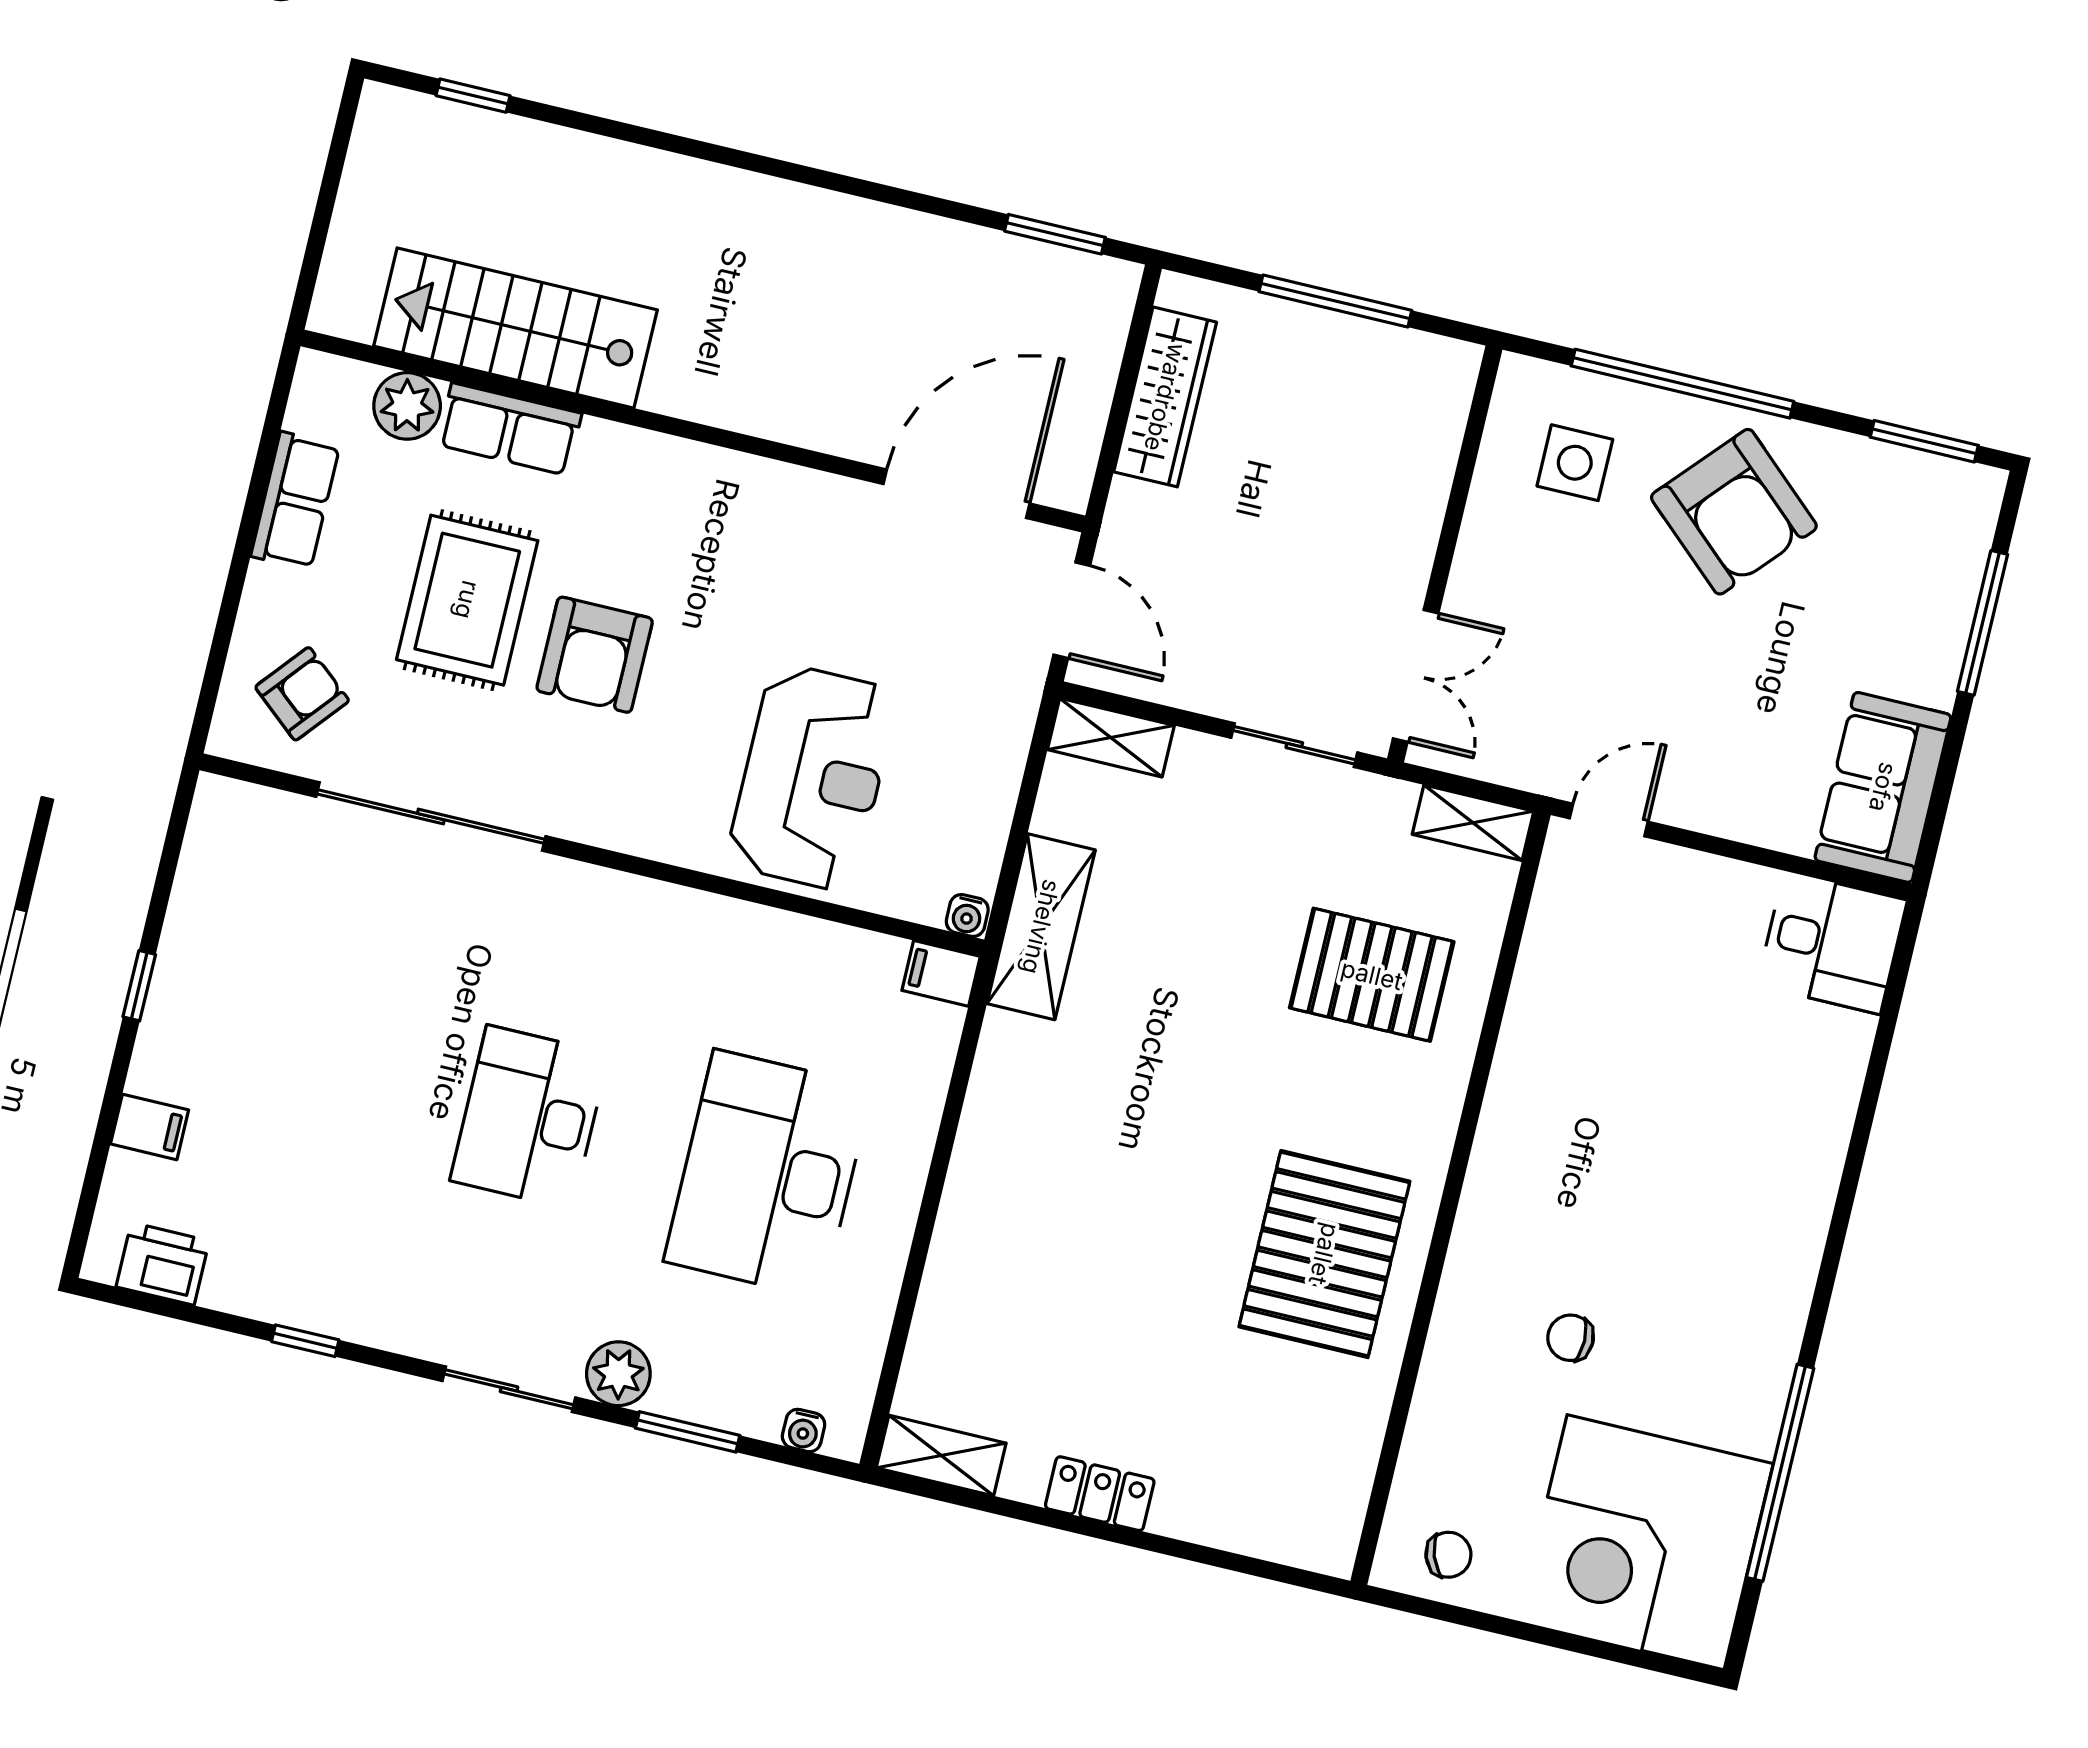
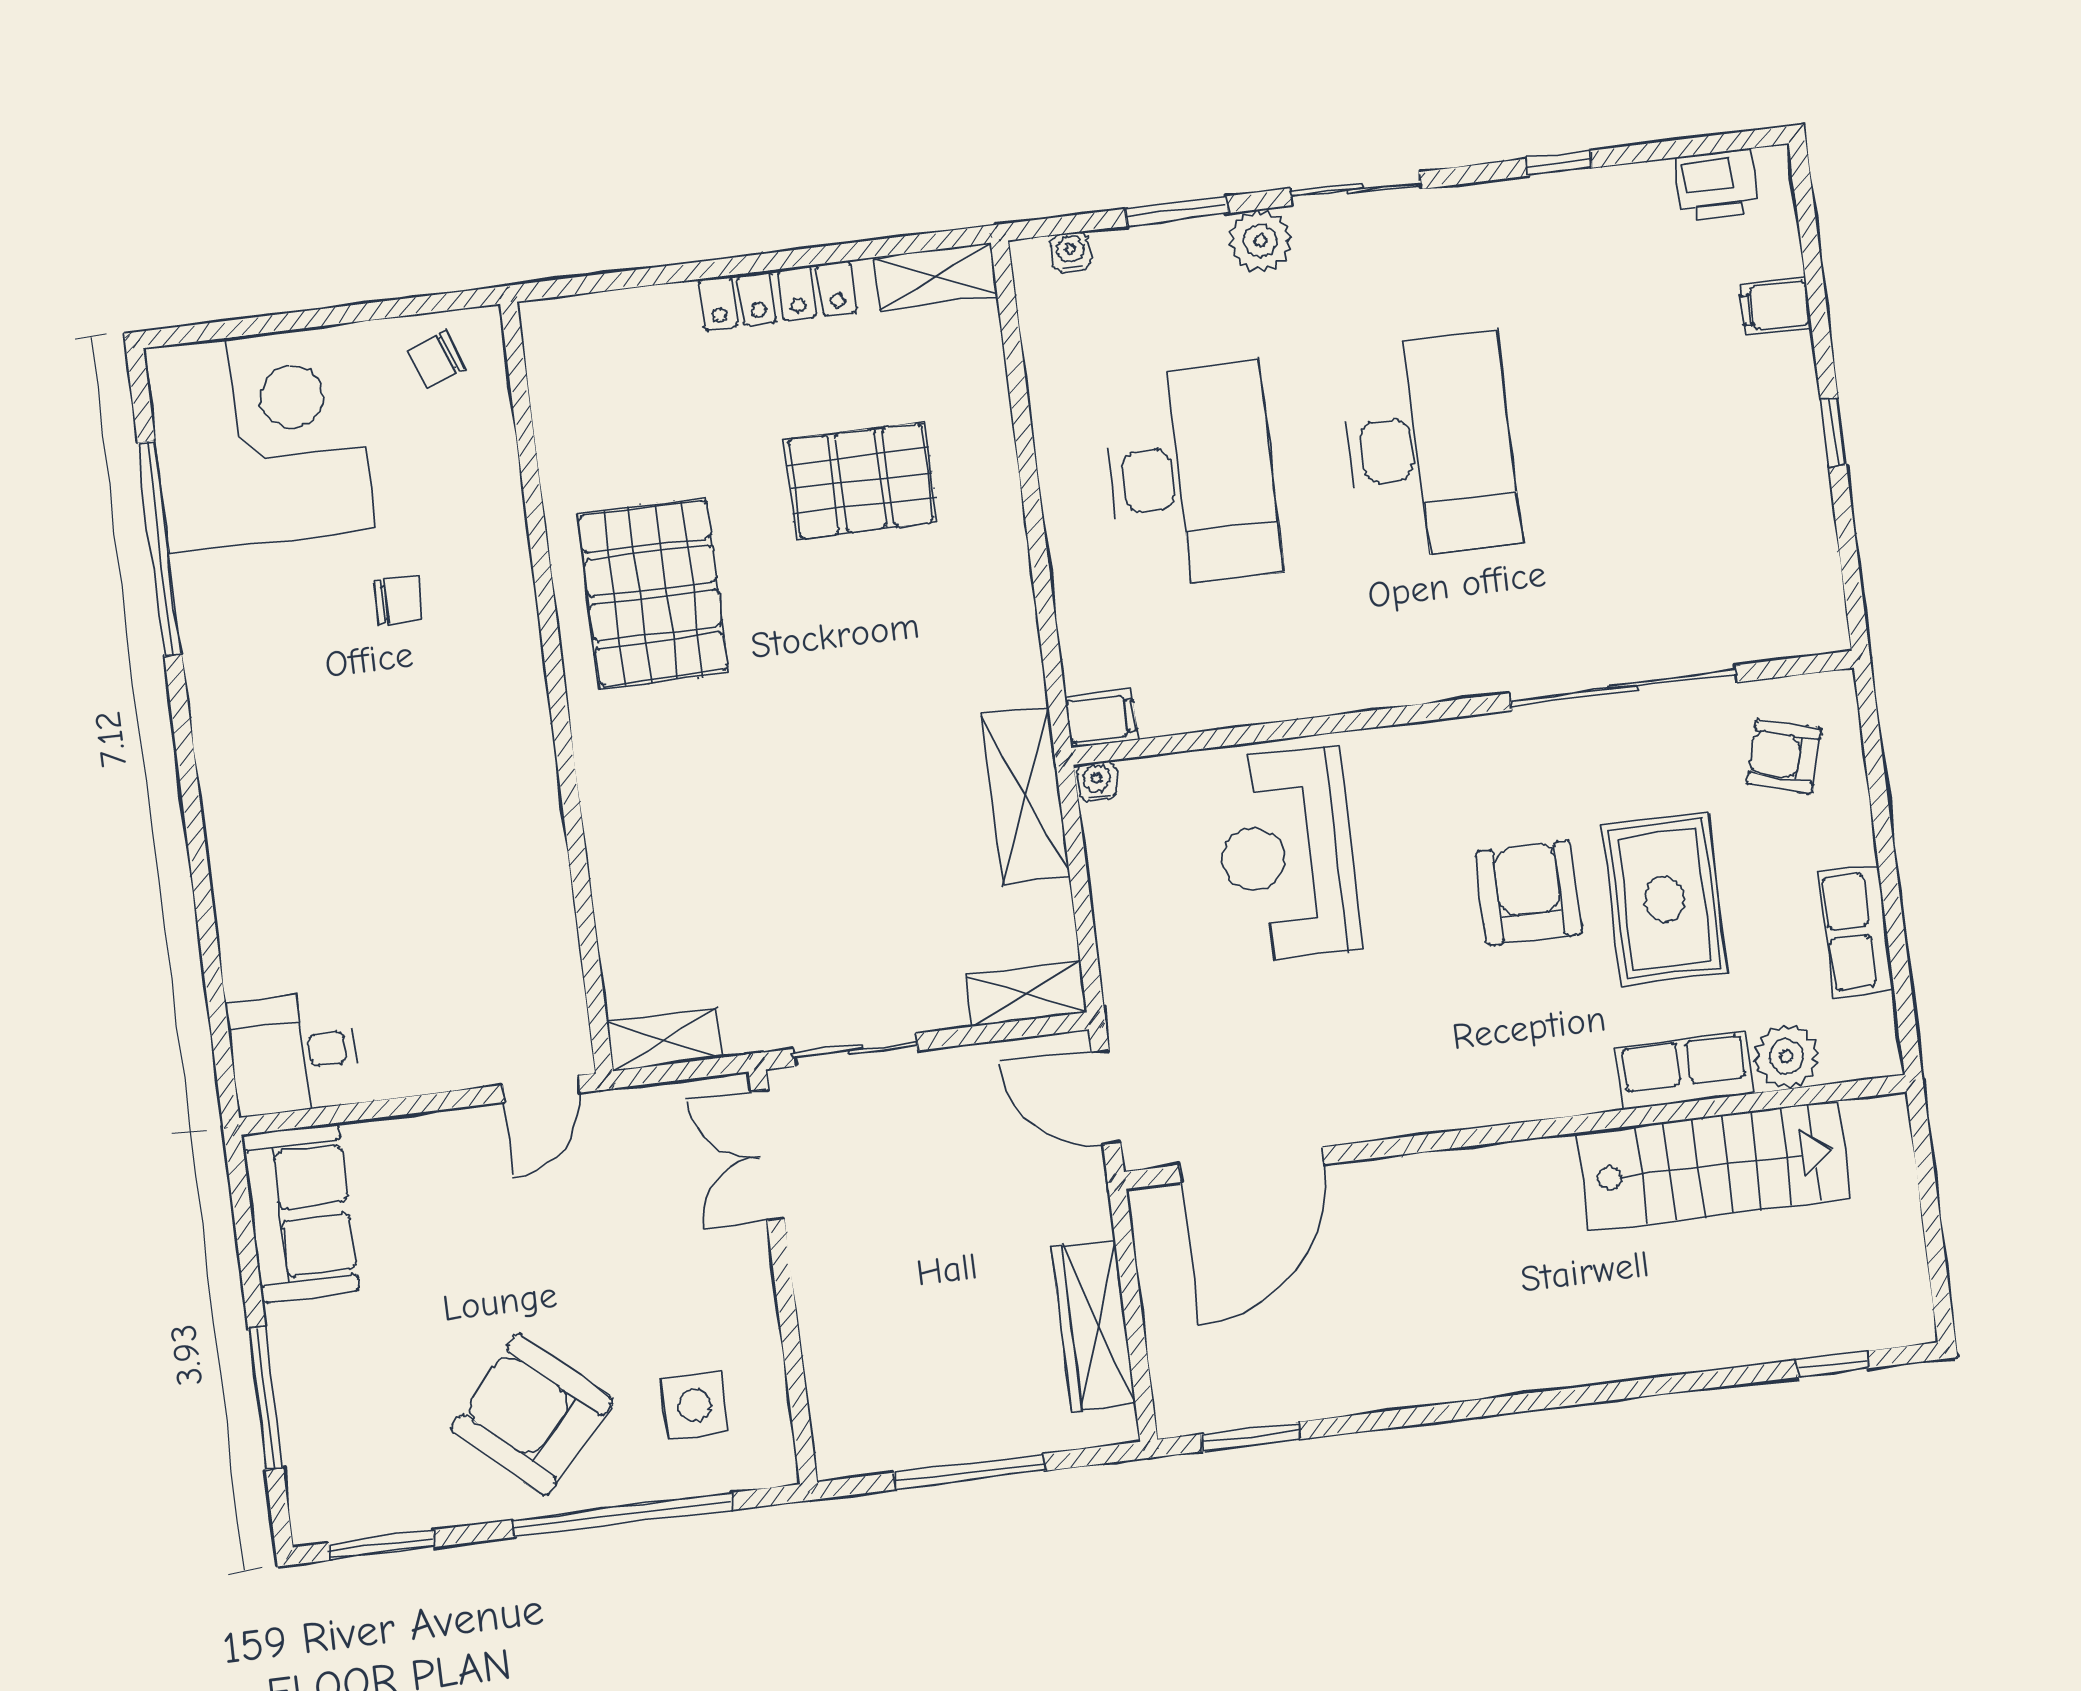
armchair: (302, 694) -> (1784, 756), turned 66
pallet: (1372, 975) -> (861, 481), moved
desk: (529, 1117) -> (1430, 446), width x1.36, depth x1.30
locker: (1100, 1494) -> (777, 296), width x1.53

